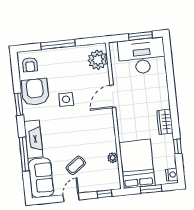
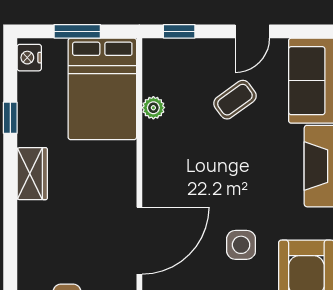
door: (113, 96) -> (139, 241), width x1.36

